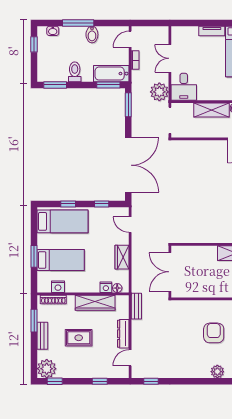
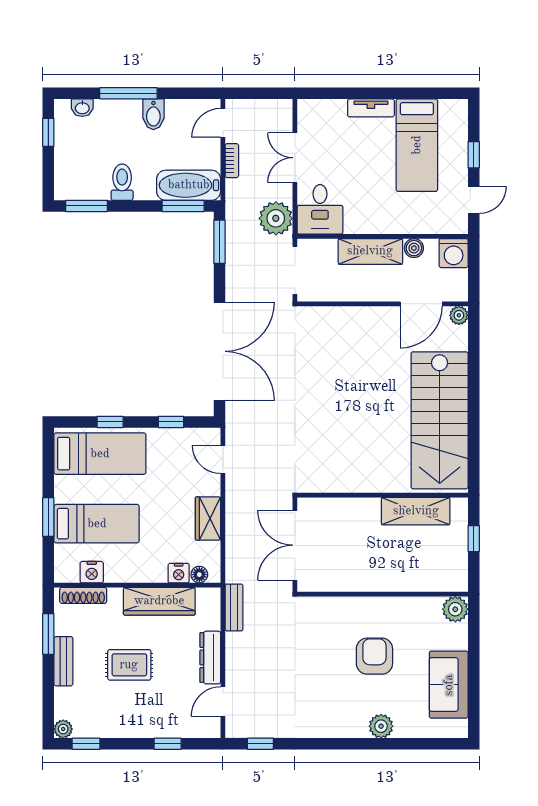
plant: (47, 369) -> (63, 729), width x0.53, depth x0.53

